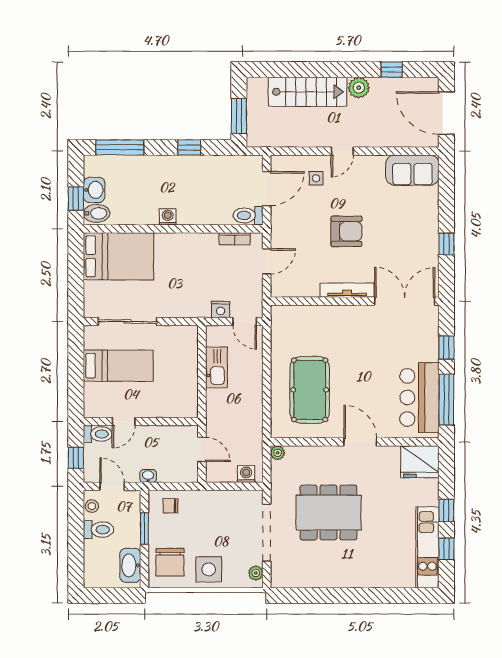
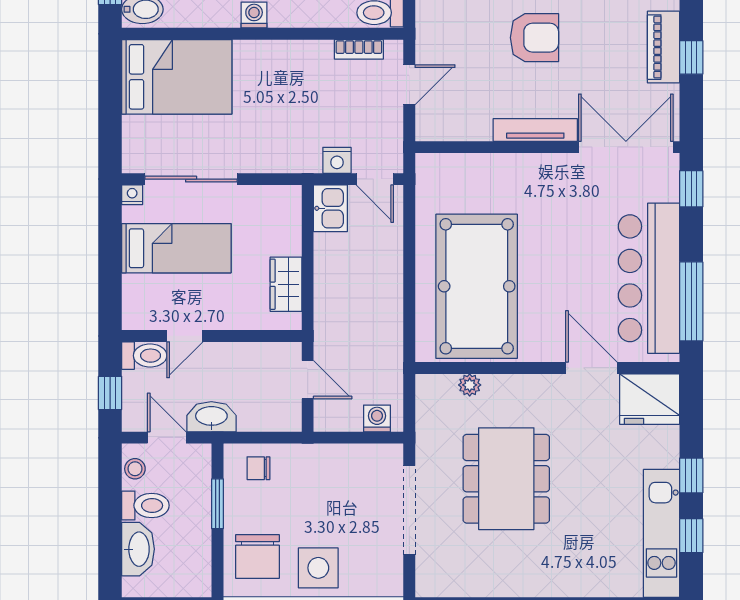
piano: (429, 237) -> (663, 47), added
nightstand: (90, 332) -> (132, 195), added
window: (446, 348) -> (691, 189), moved
kitchen sink: (216, 367) -> (330, 208), moved, width x0.73
wardrobe: (188, 389) -> (286, 284), added
pool table: (310, 390) -> (477, 286), width x1.36, depth x1.32
bar counter: (419, 397) -> (649, 278), width x1.36
door: (360, 442) -> (591, 368), moved
plant: (278, 453) -> (470, 385), moved
washbasin: (148, 476) -> (211, 417), width x1.91, depth x1.45
dining table: (328, 513) -> (506, 479), turned 90
washbasin: (130, 565) -> (138, 549), moved, turned 180
plant: (256, 573) -> (392, 574), removed

